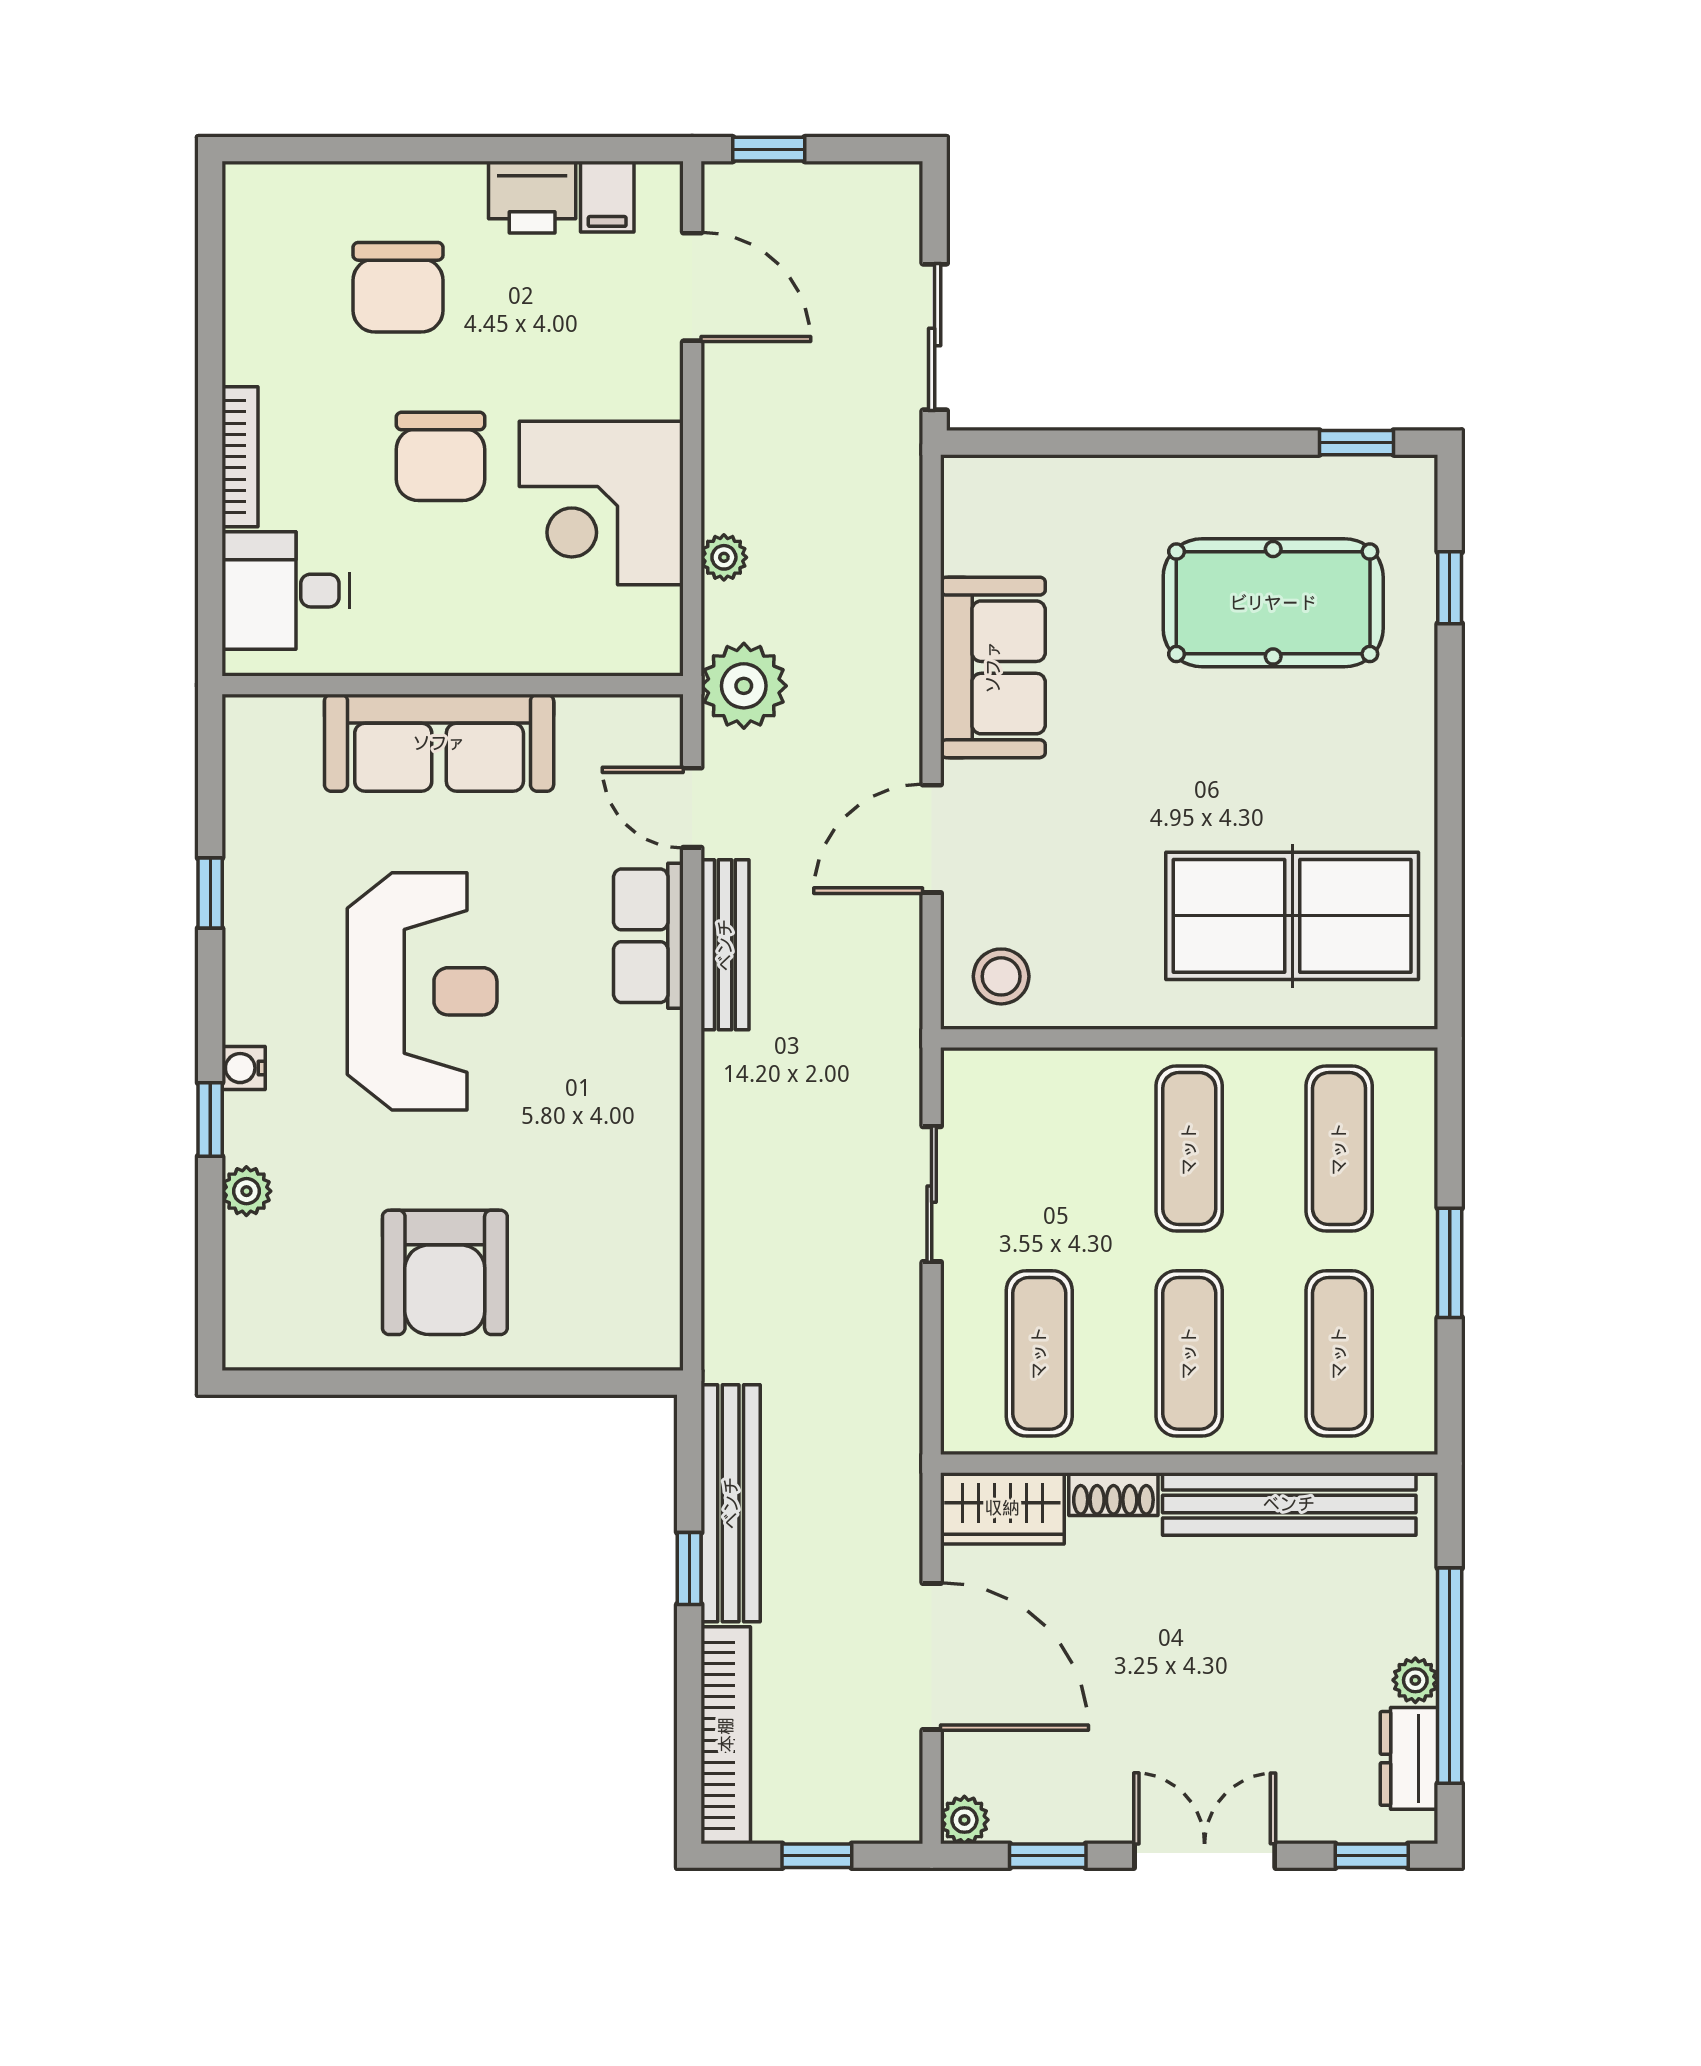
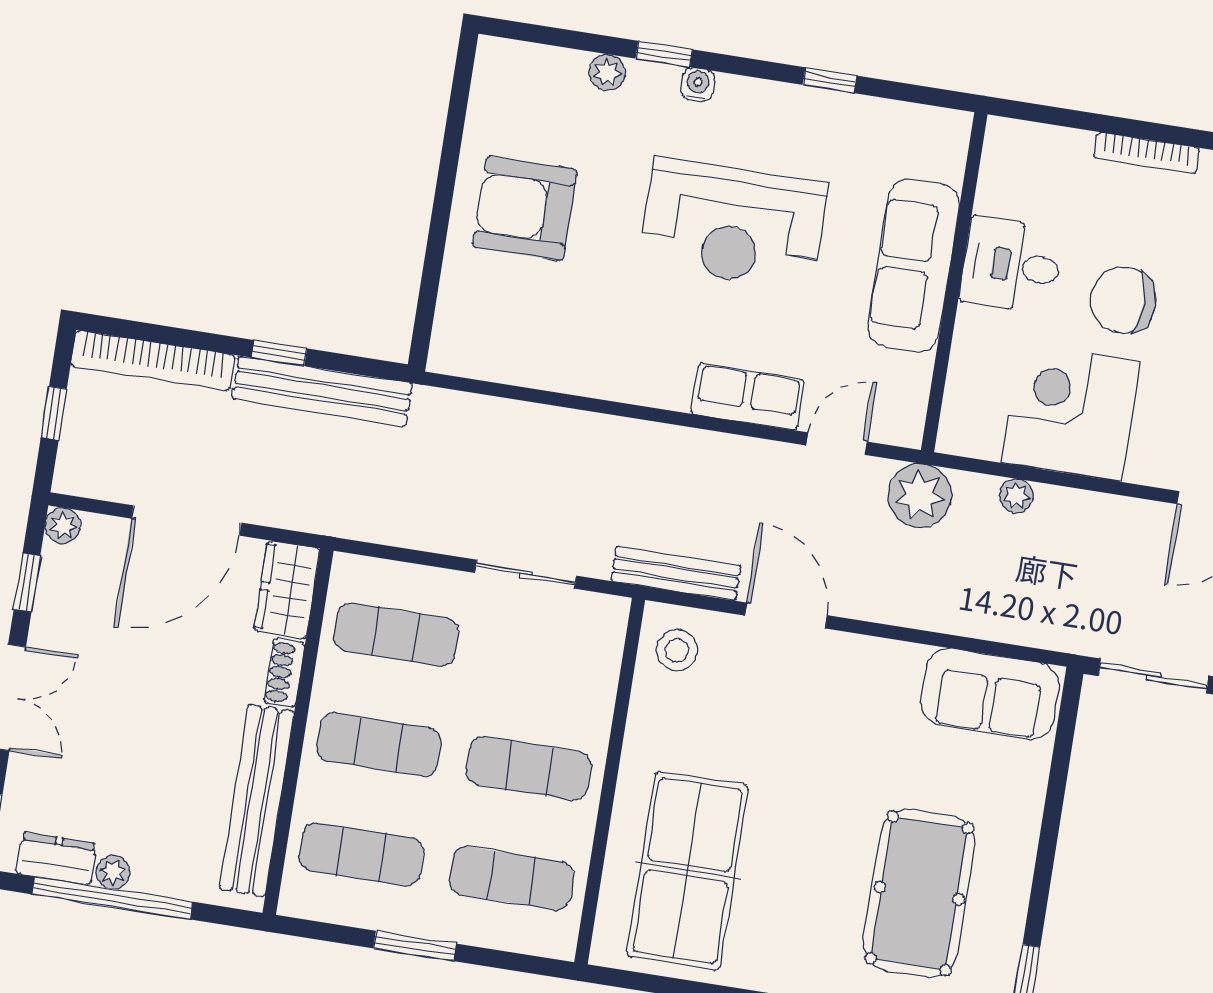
desk: (286, 591) -> (1011, 265), moved, turned -90
sofa: (993, 667) -> (990, 694), moved
bench: (725, 945) -> (676, 573), moved

